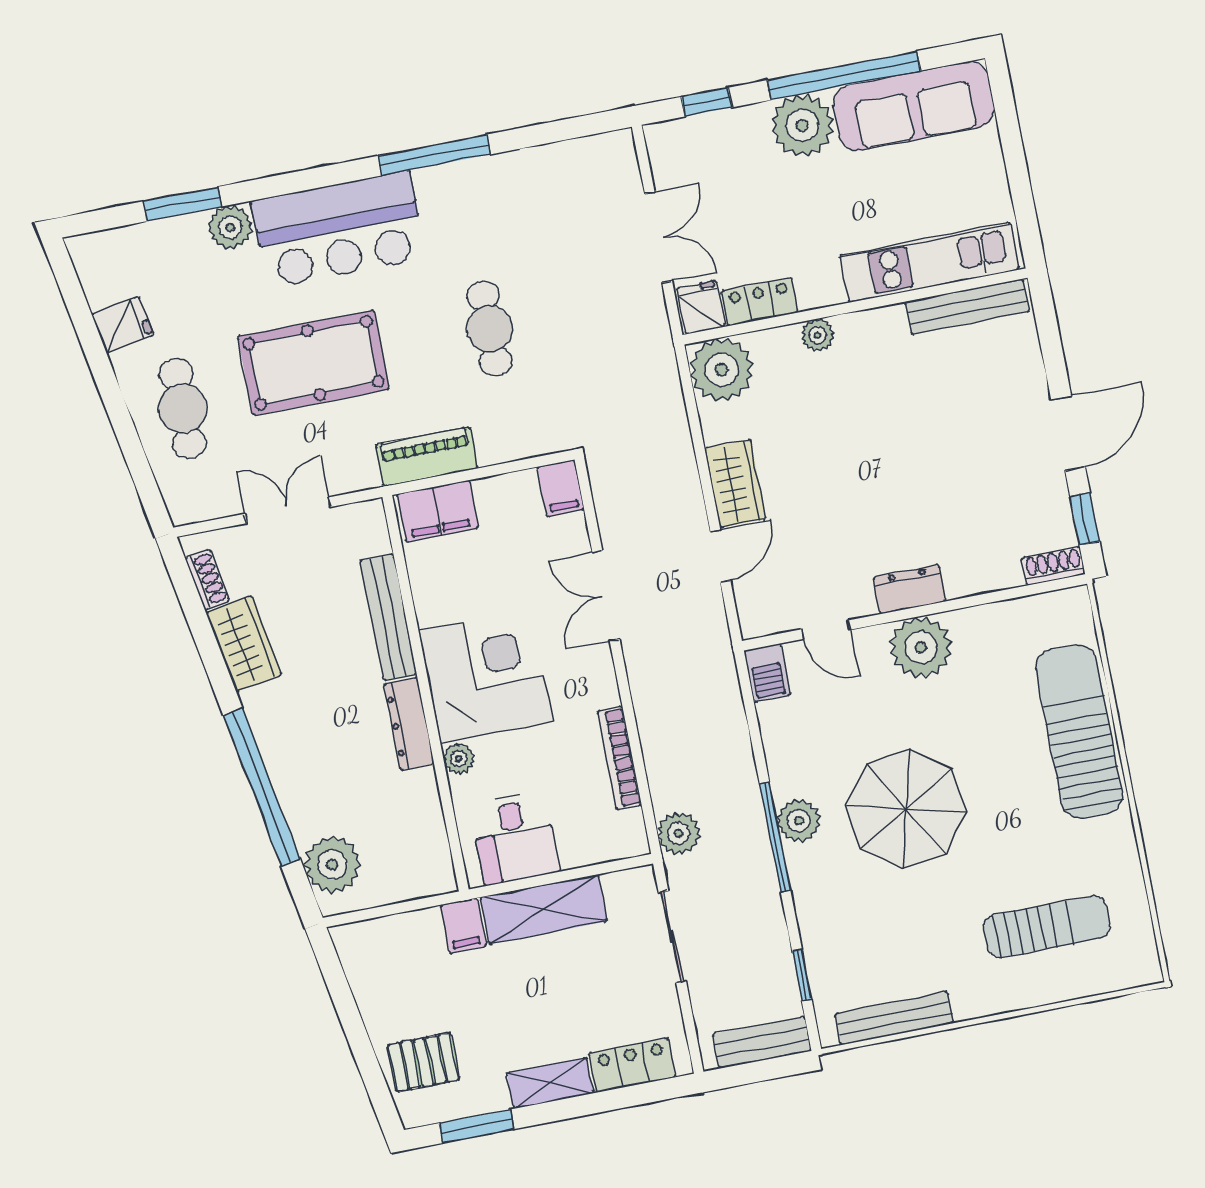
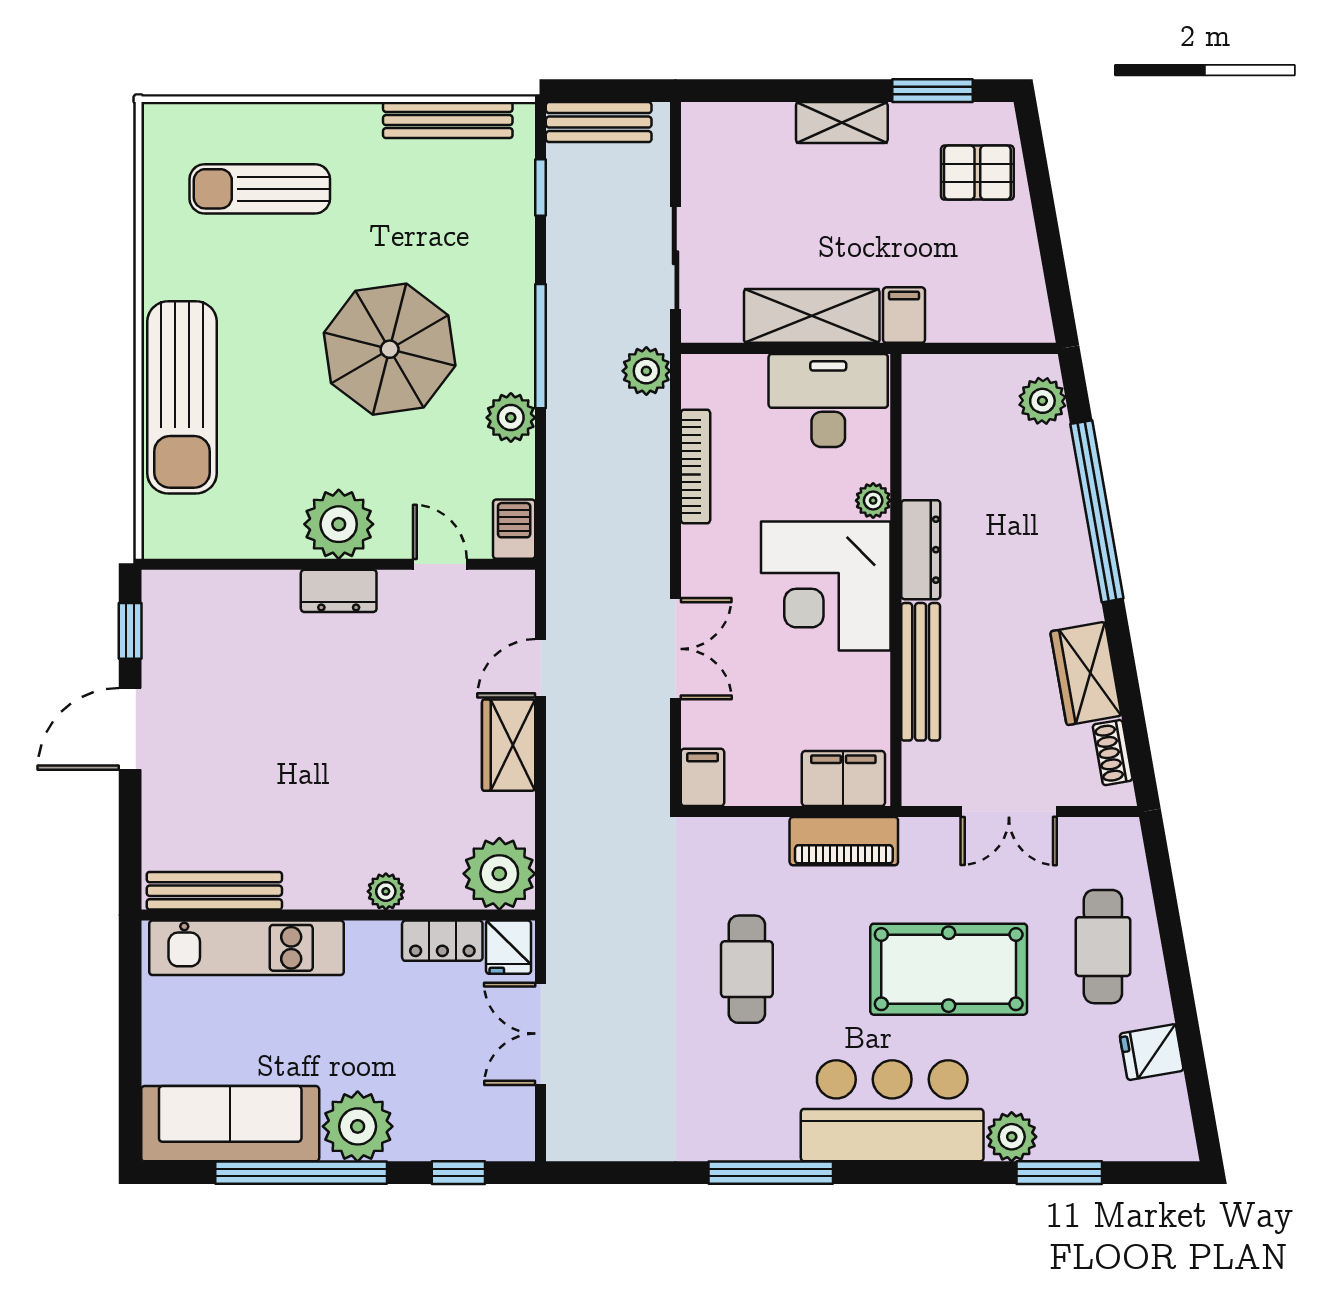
shoe rack: (1053, 566) -> (175, 586), removed
plant: (799, 821) -> (511, 418), moved
desk: (515, 838) -> (828, 401), width x1.37
plant: (332, 865) -> (1042, 401), width x0.73, depth x0.73
locker: (632, 1065) -> (747, 125), removed

